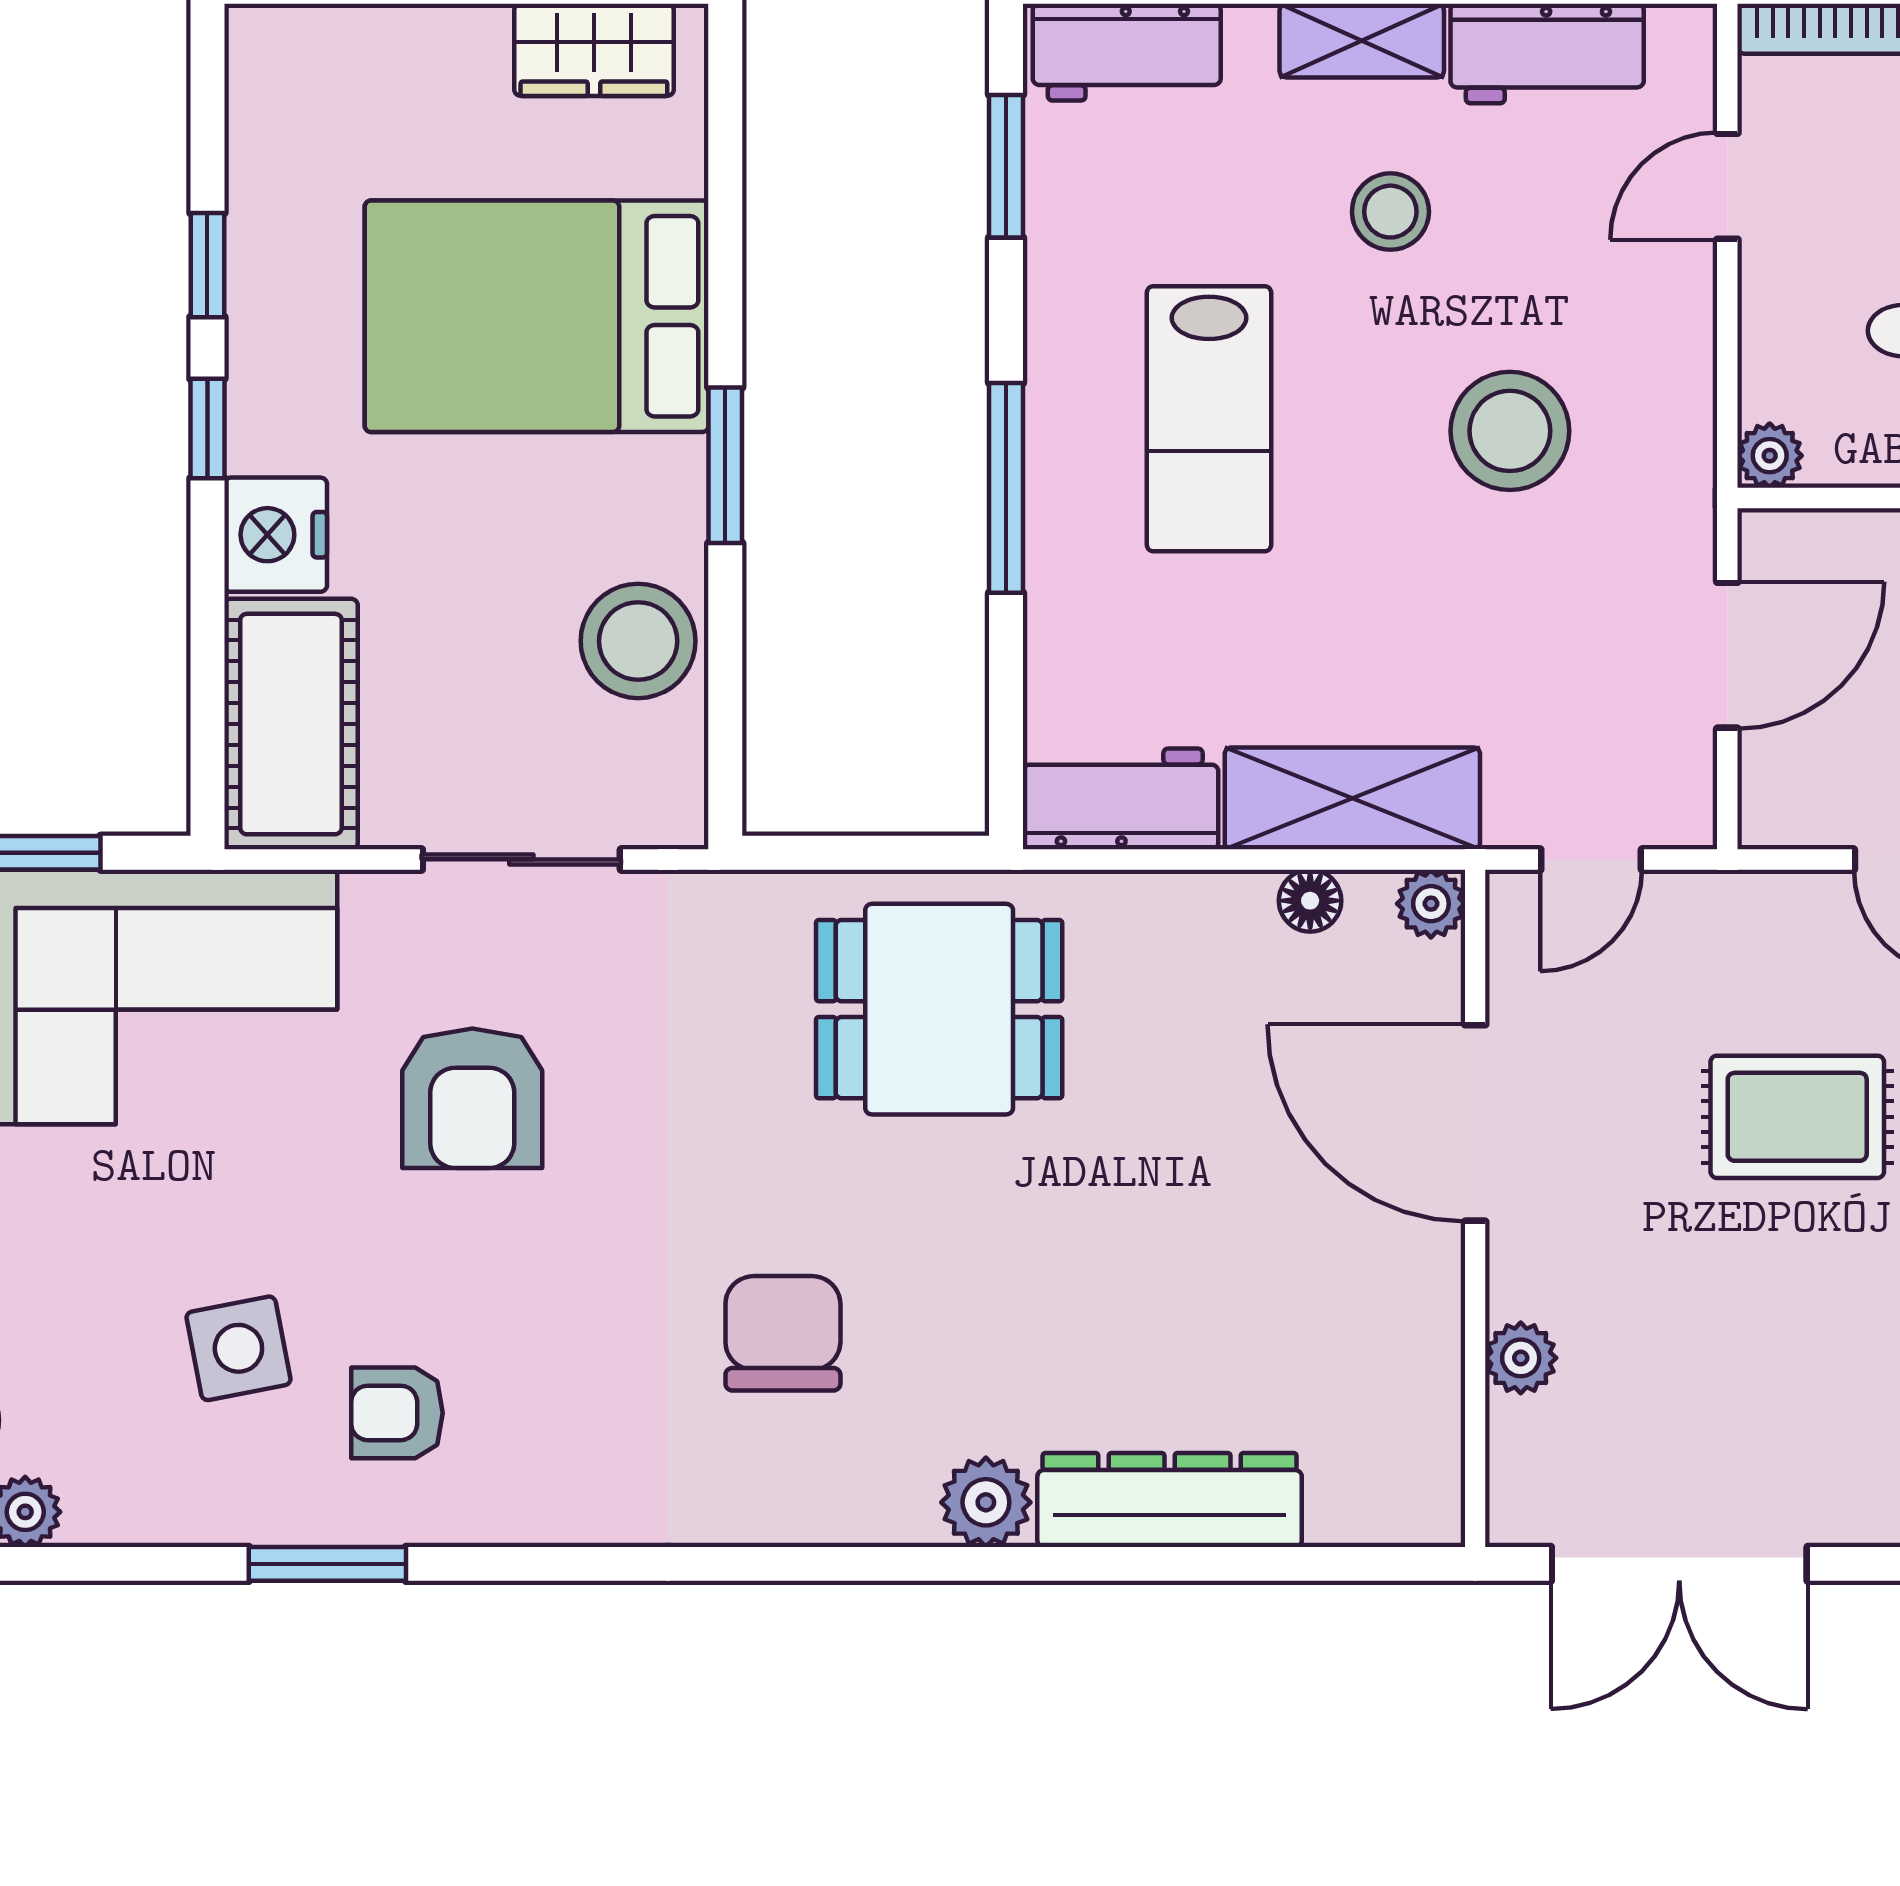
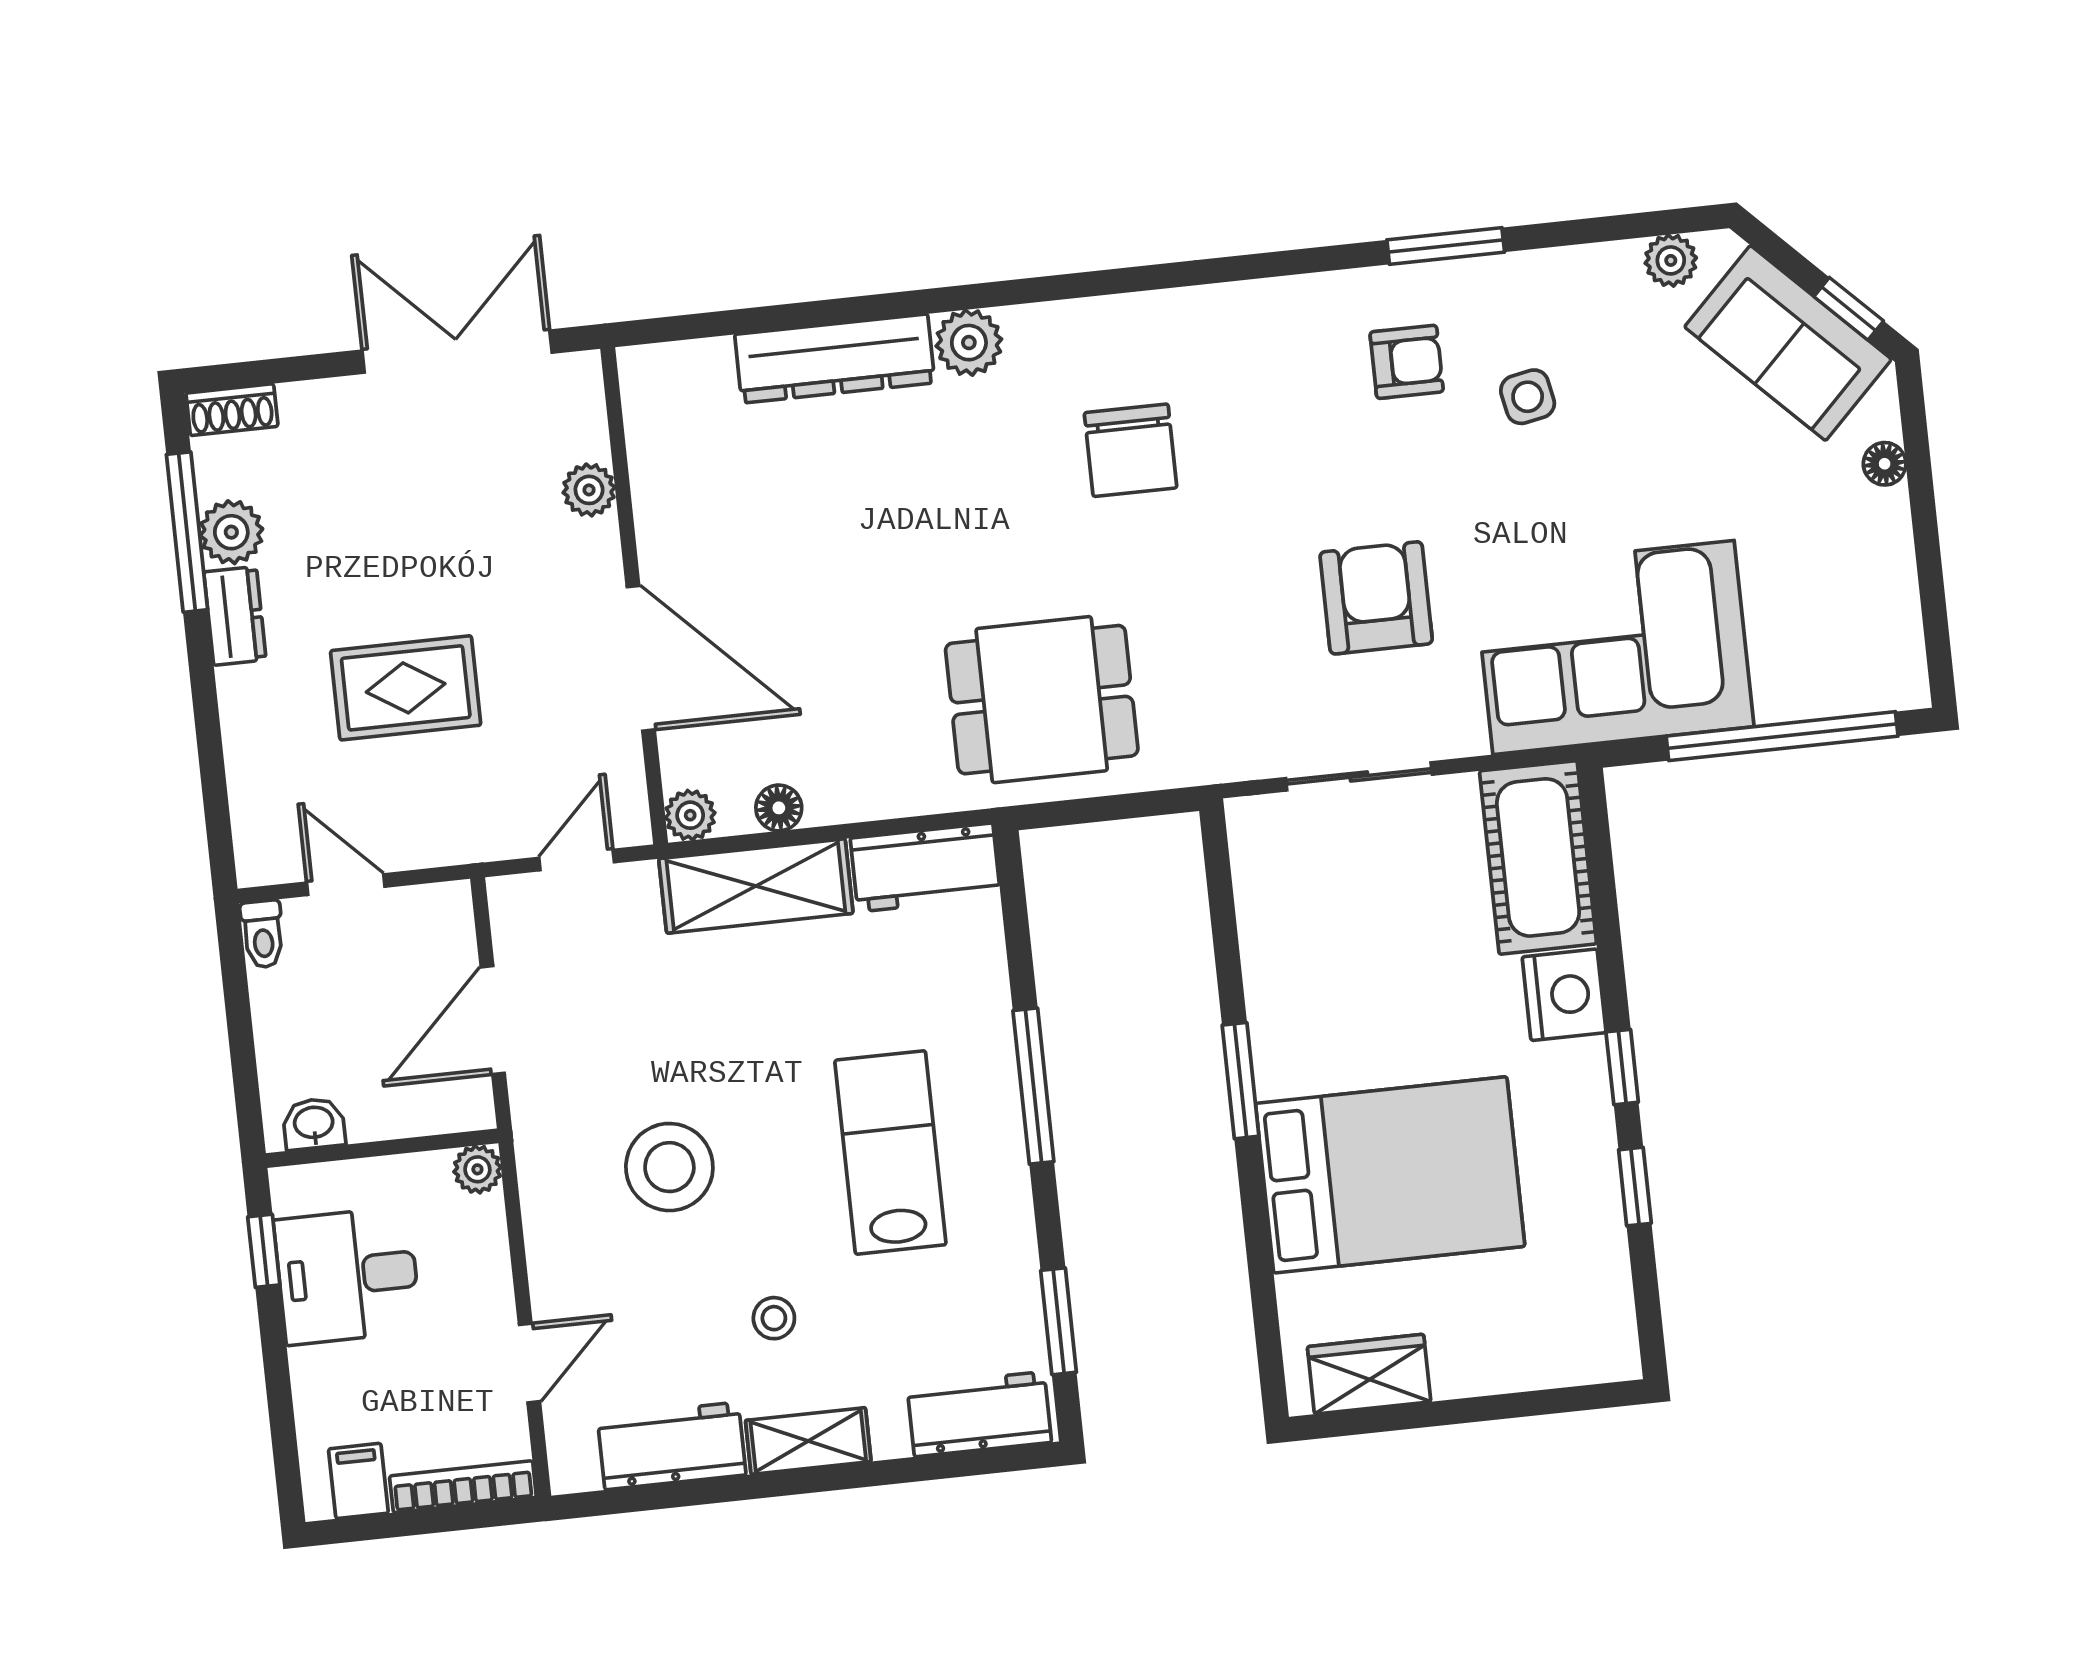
stool: (1390, 212) -> (774, 1318), width x0.73, depth x0.73
stool: (638, 641) -> (1291, 945), removed
side table: (238, 1348) -> (1528, 397), width x0.73, depth x0.73

